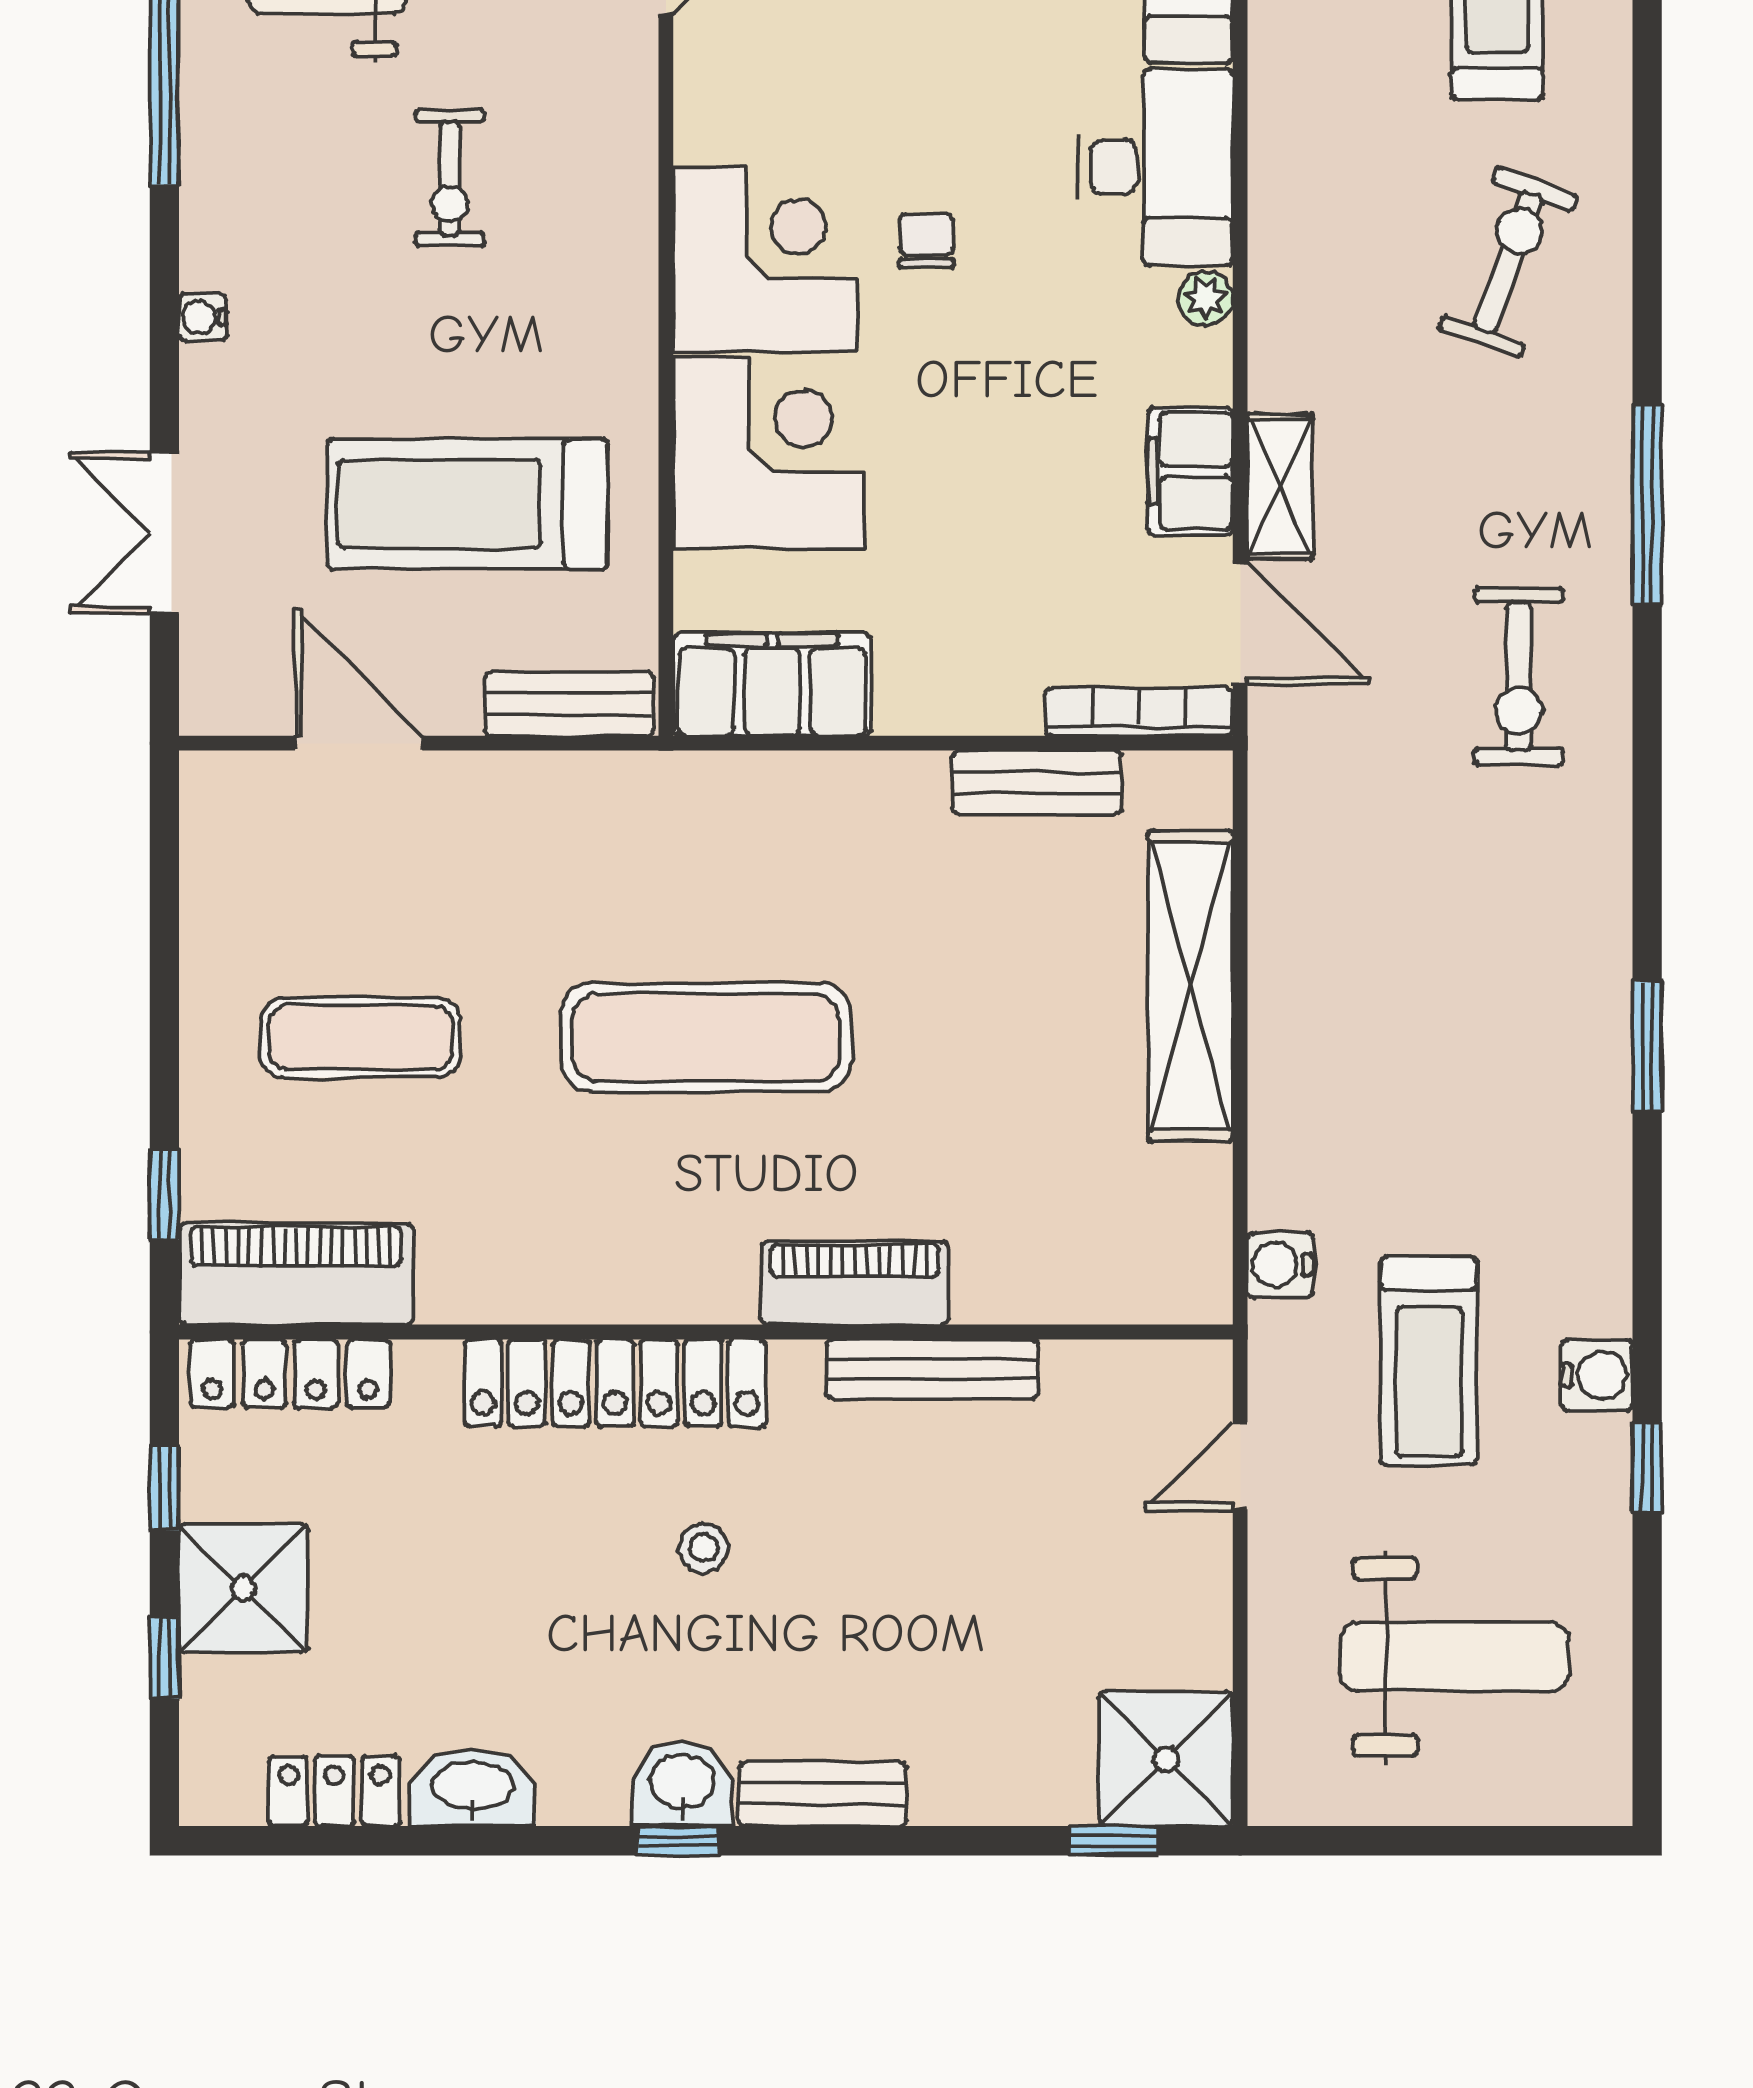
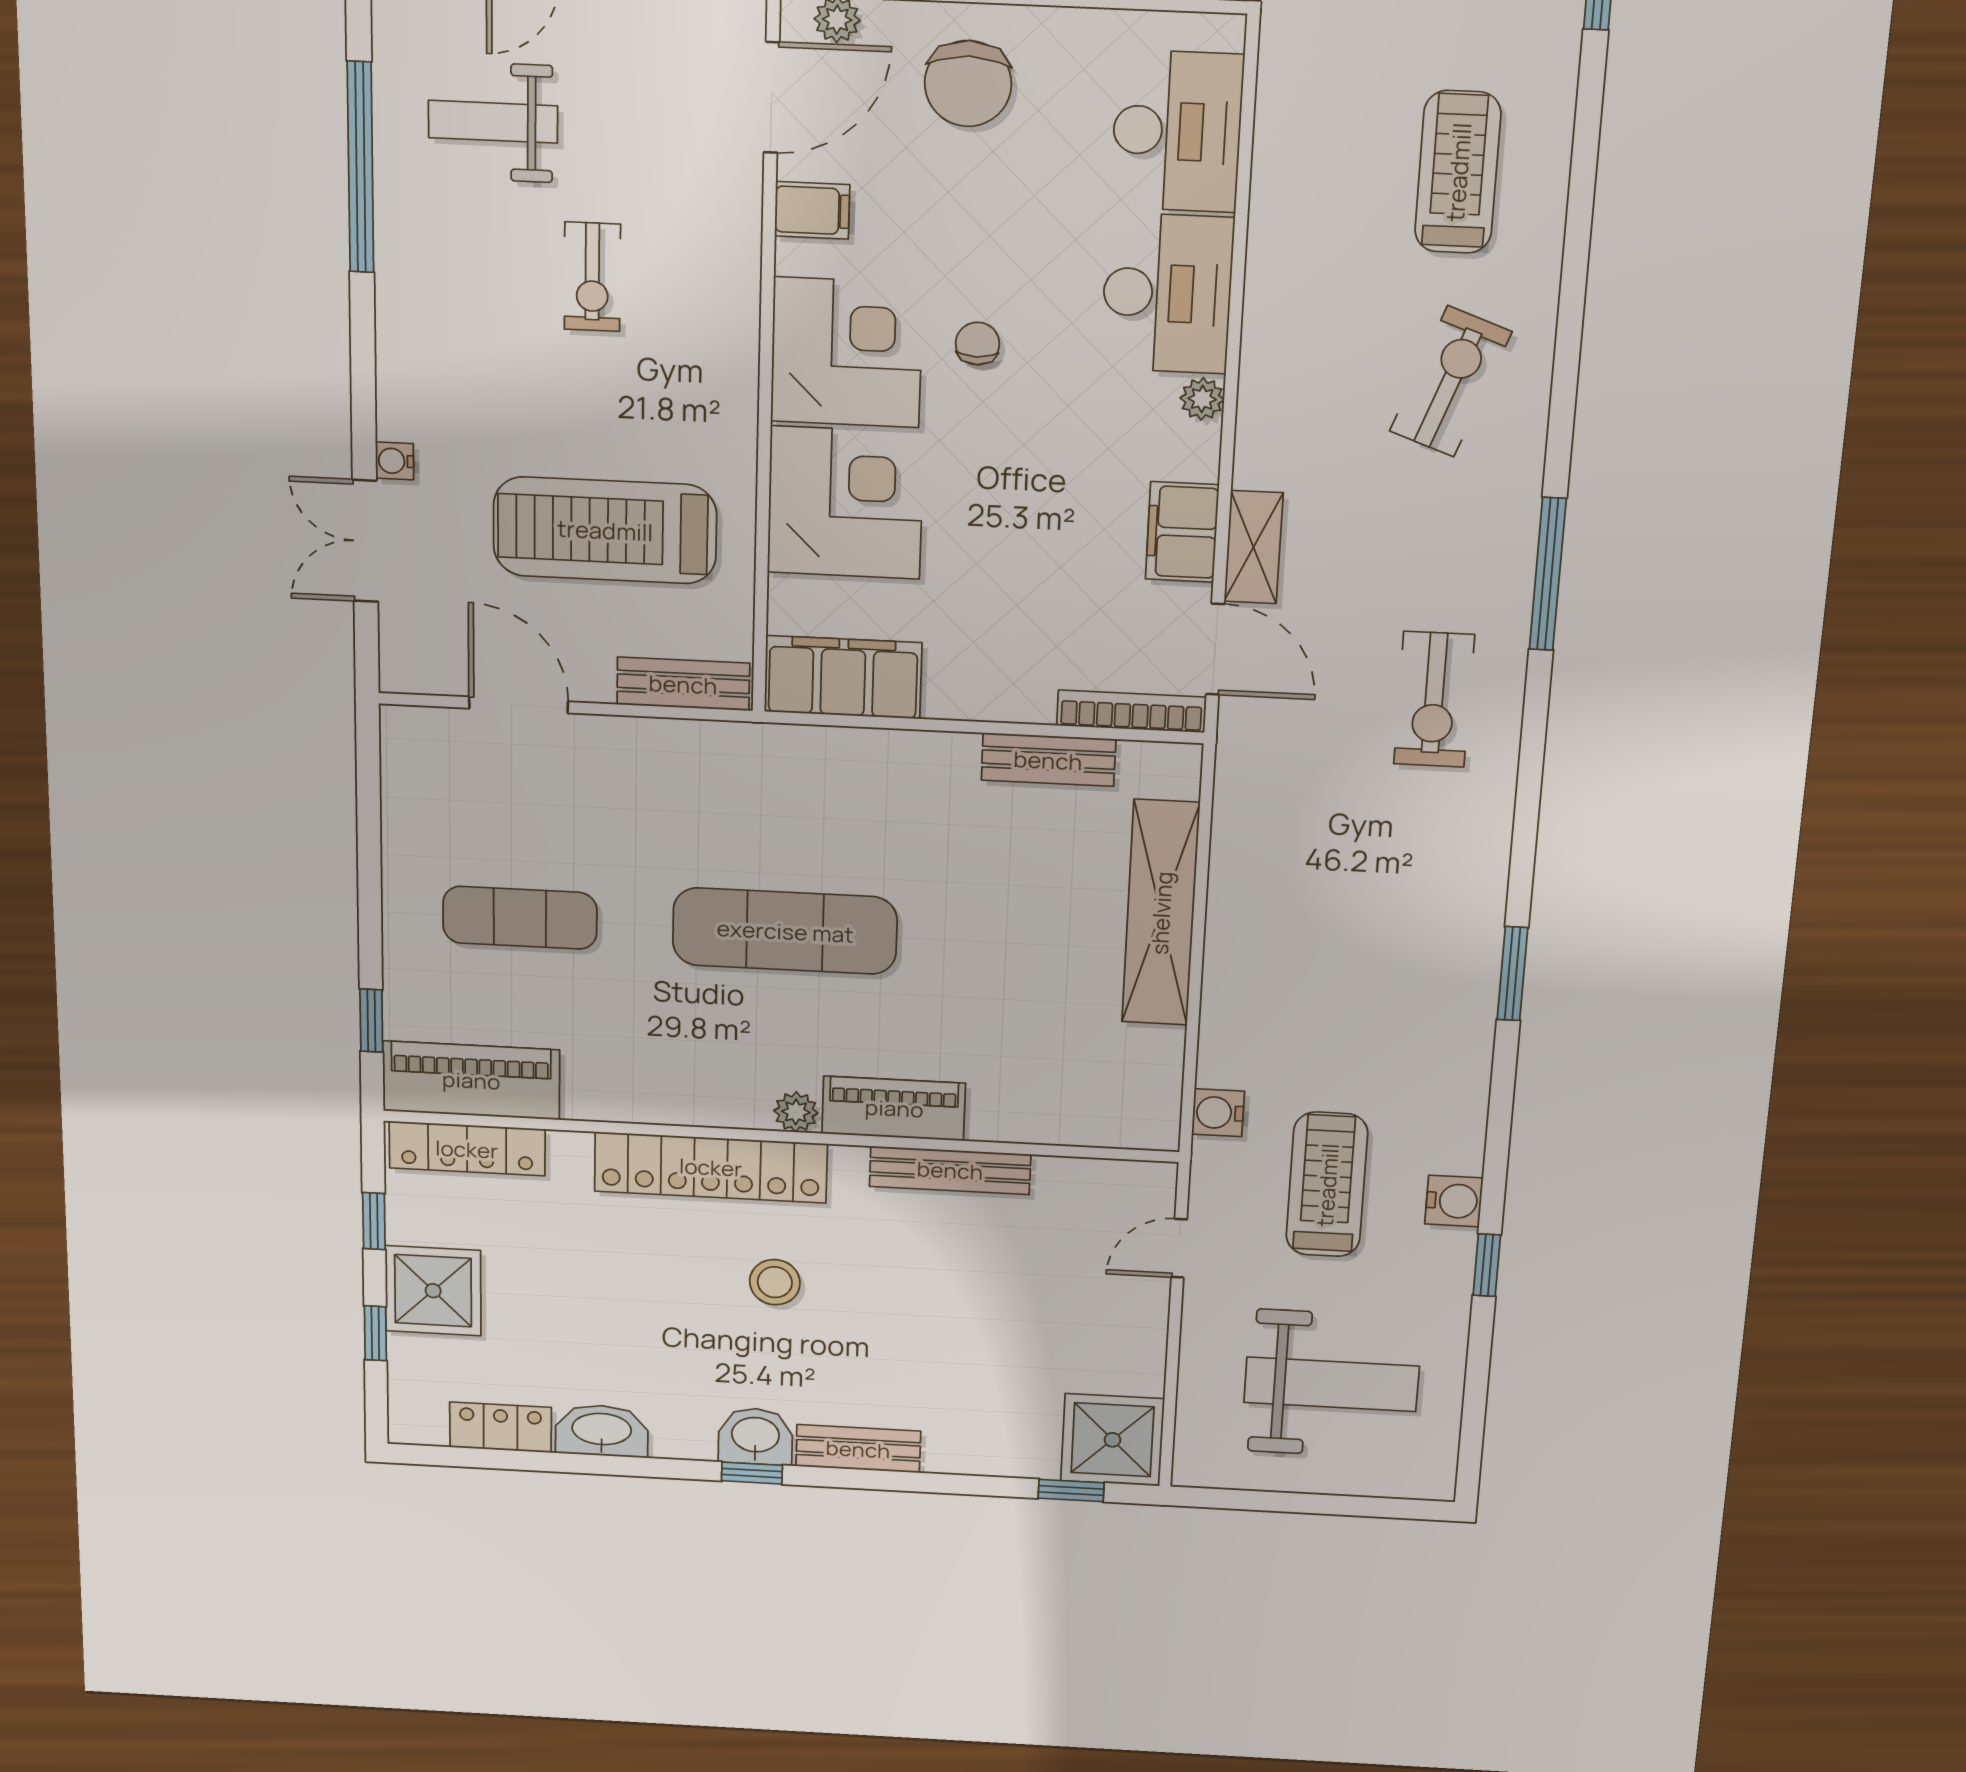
filing cabinet: (718, 83) -> (812, 210), added
water cooler: (203, 317) -> (395, 461), moved
plant: (726, 1295) -> (796, 1112), added
treadmill: (1429, 1361) -> (1327, 1185), turned 180
stool: (704, 1548) -> (775, 1282), width x1.37, depth x1.37

